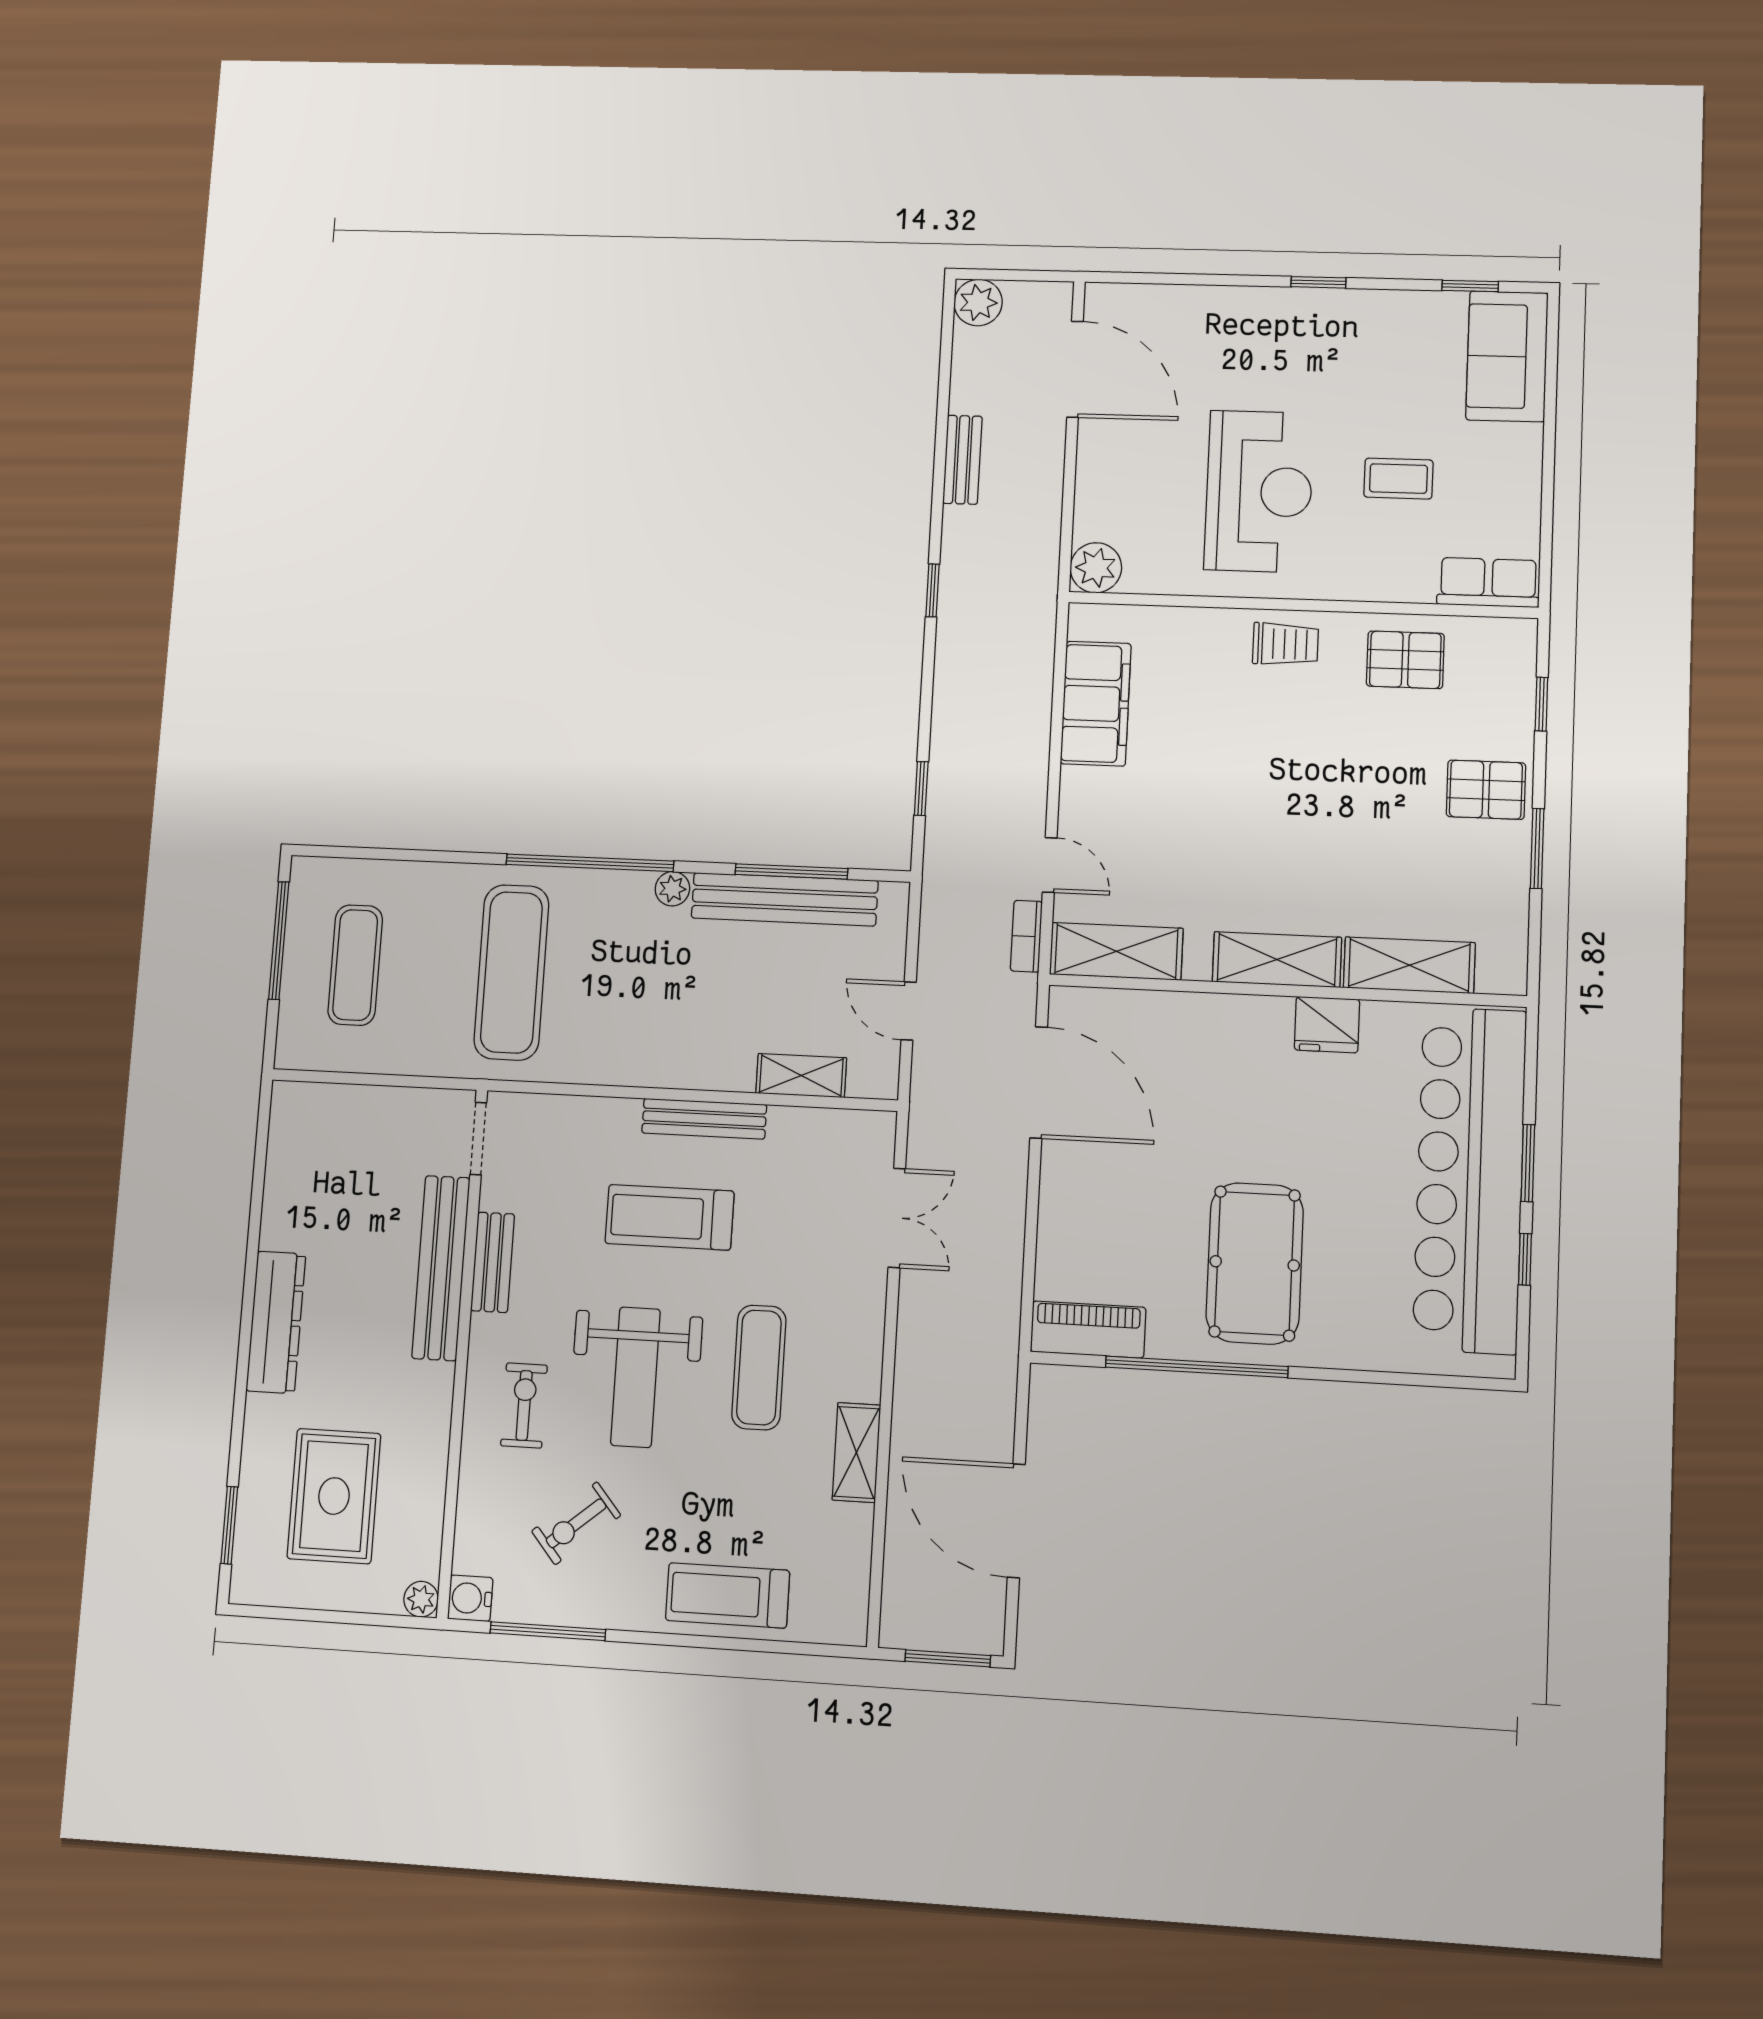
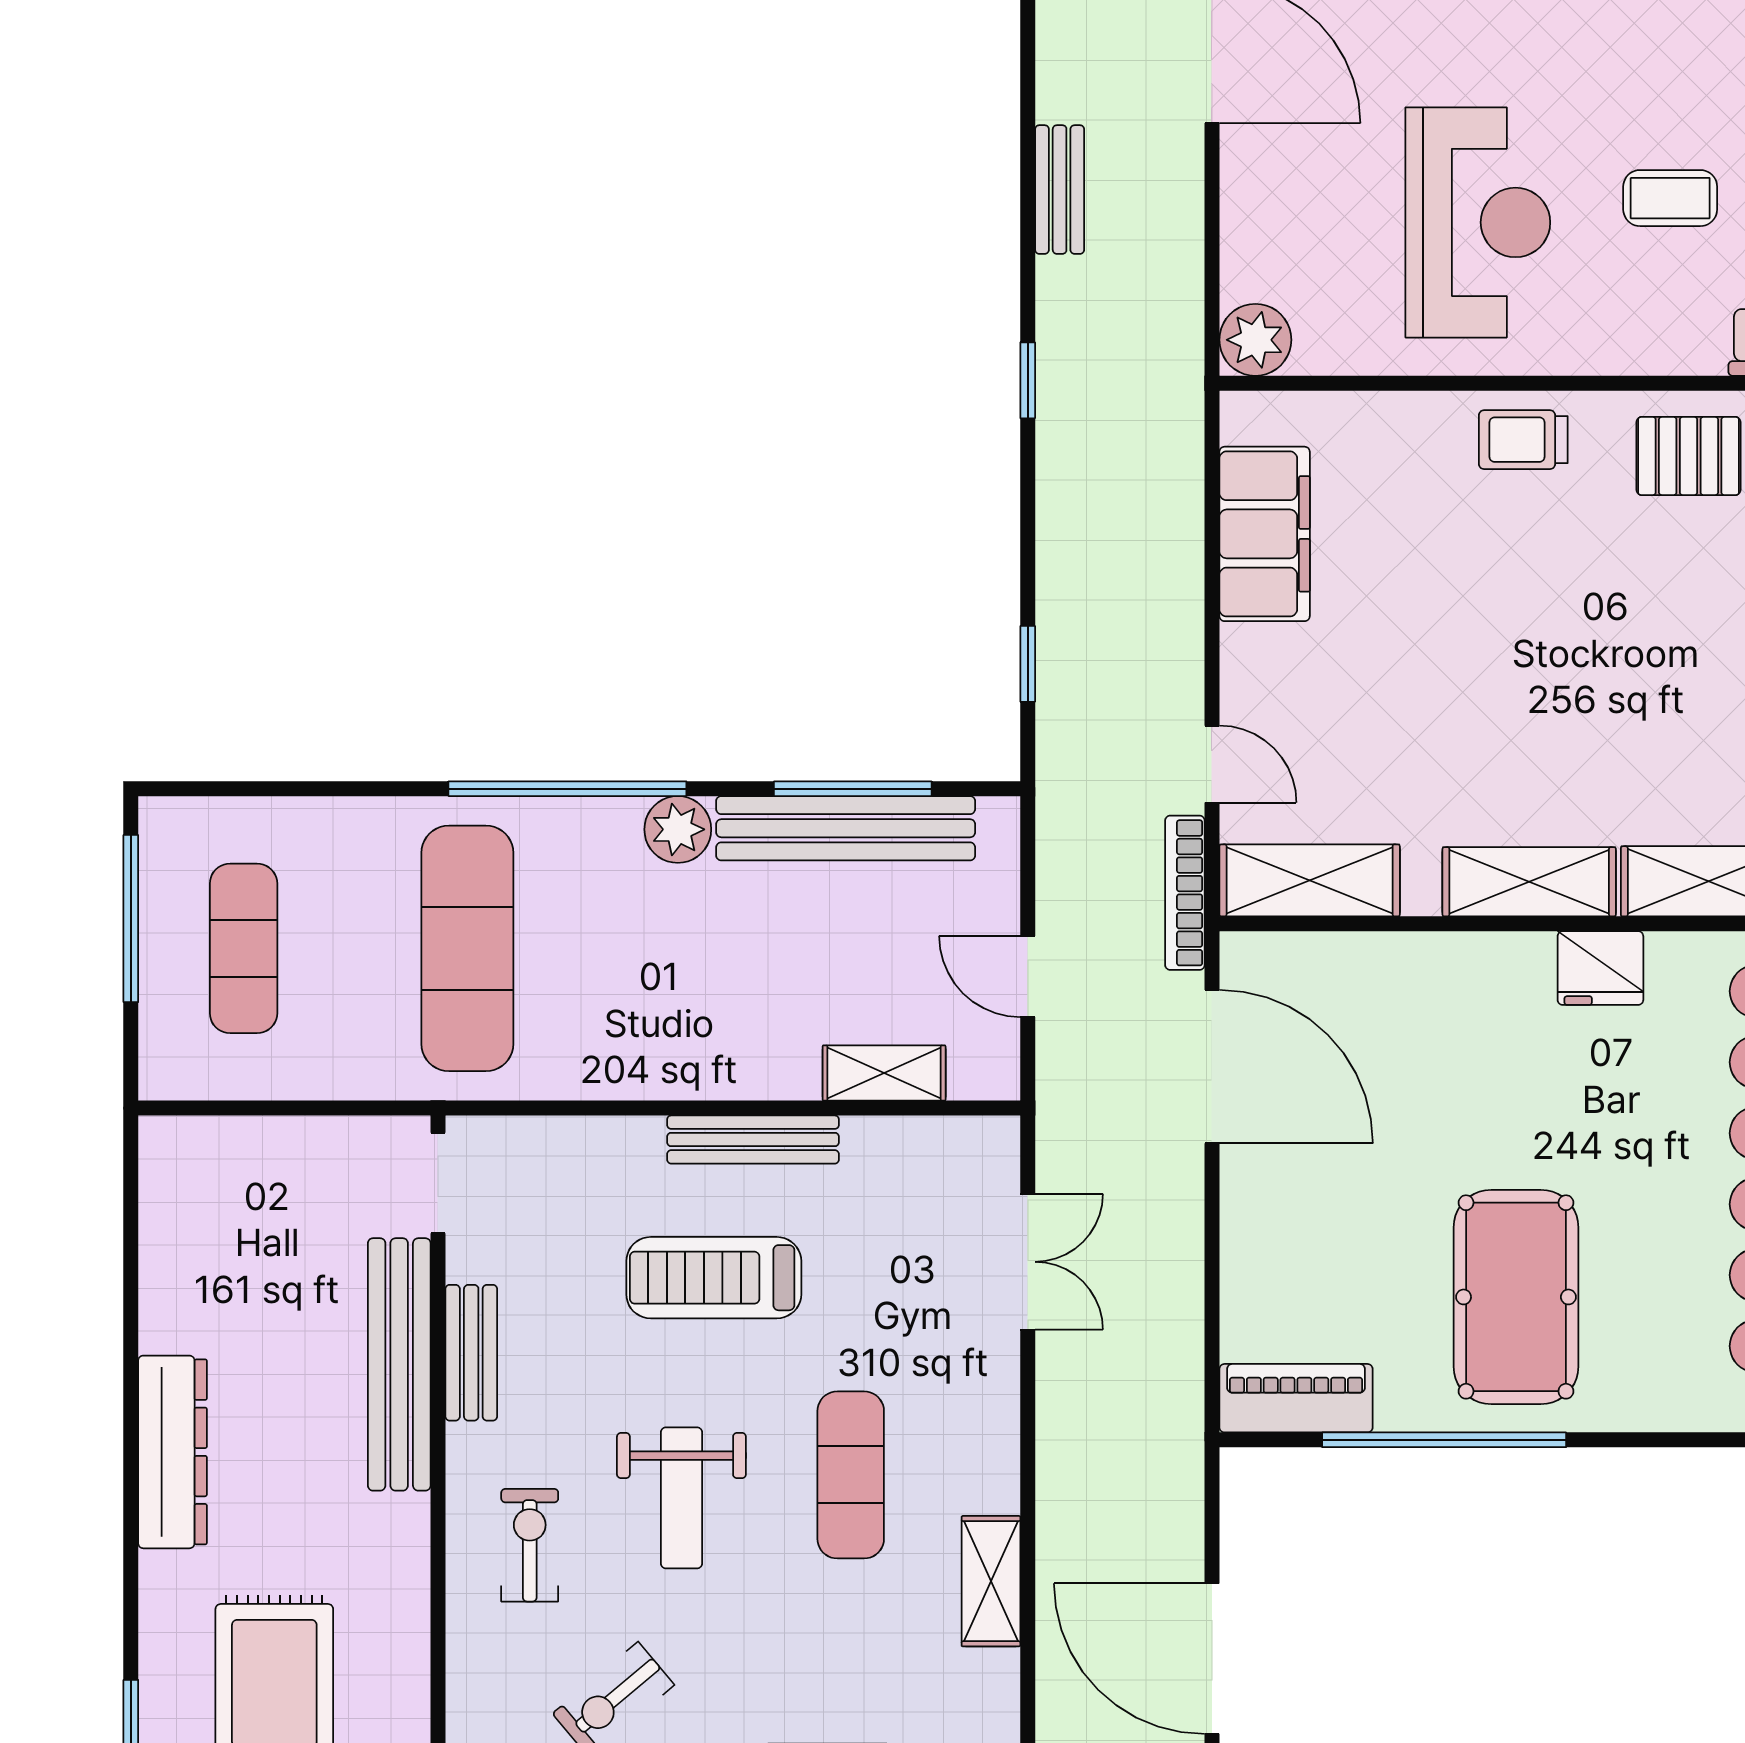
trolley: (1285, 644) -> (1523, 440), turned 180
plant: (672, 889) -> (678, 829), width x1.38, depth x1.38
bookcase: (1026, 936) -> (1185, 893), width x1.56
weight bench: (635, 1377) -> (681, 1498), width x0.73, depth x0.75

